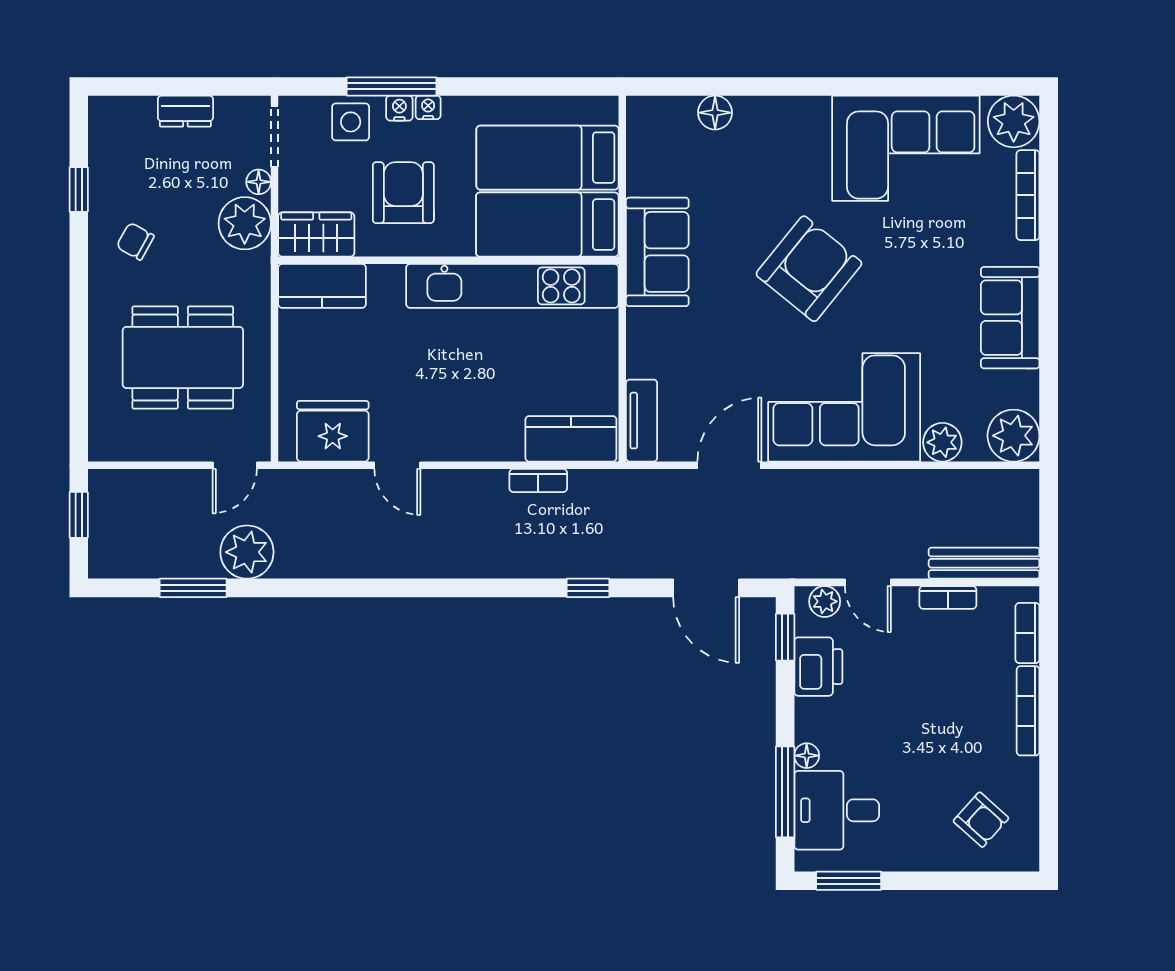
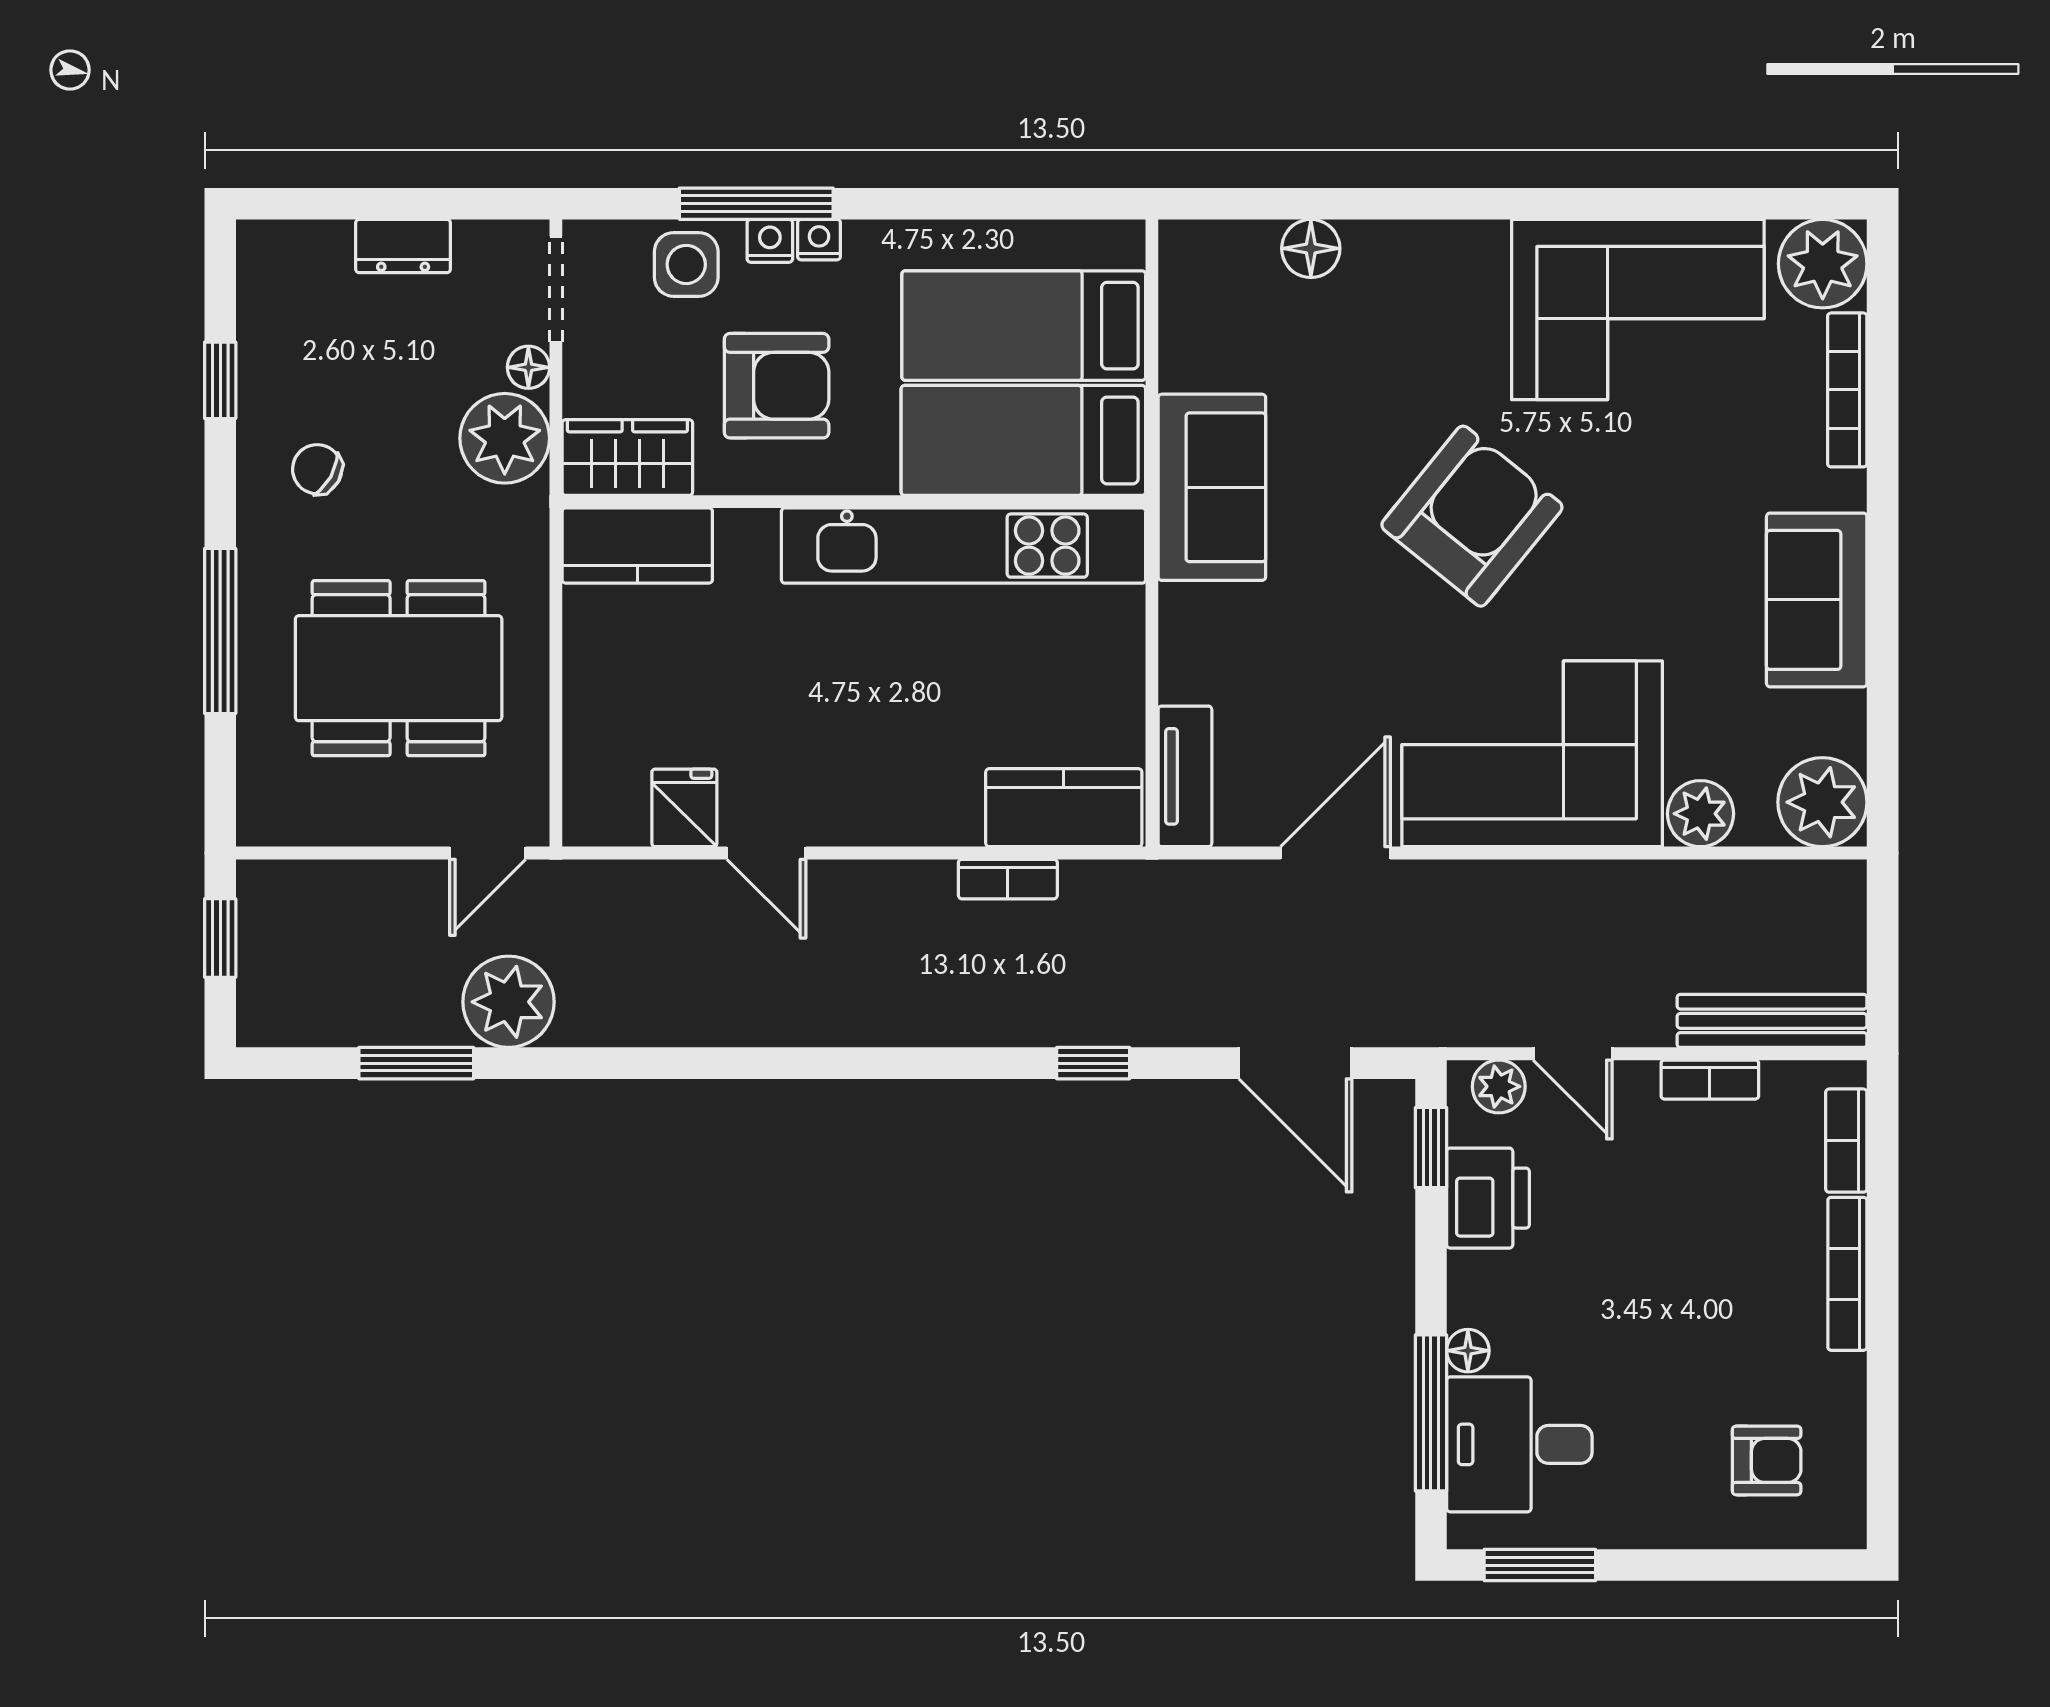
armchair: (403, 193) -> (777, 386), turned 90
window: (79, 336) -> (220, 631), added
fridge: (333, 431) -> (684, 808), width x0.53, depth x0.75
armchair: (981, 820) -> (1767, 1460), turned -42

